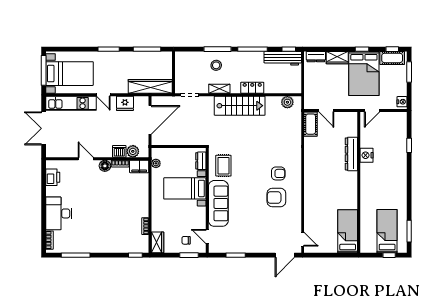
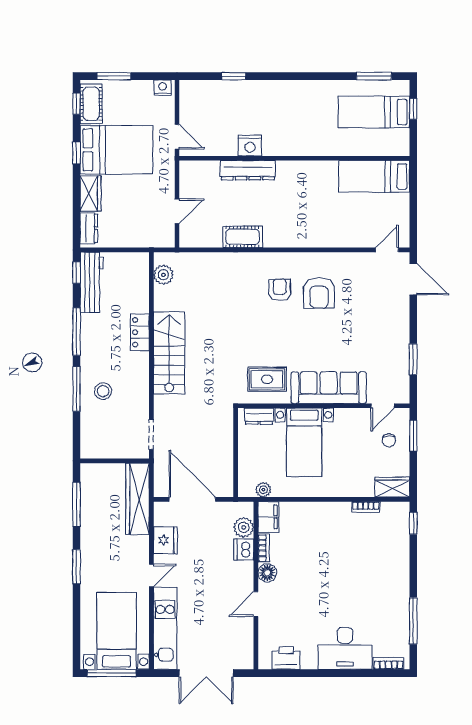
shelving: (219, 89) -> (141, 386), removed
cot: (311, 124) -> (243, 237), moved

